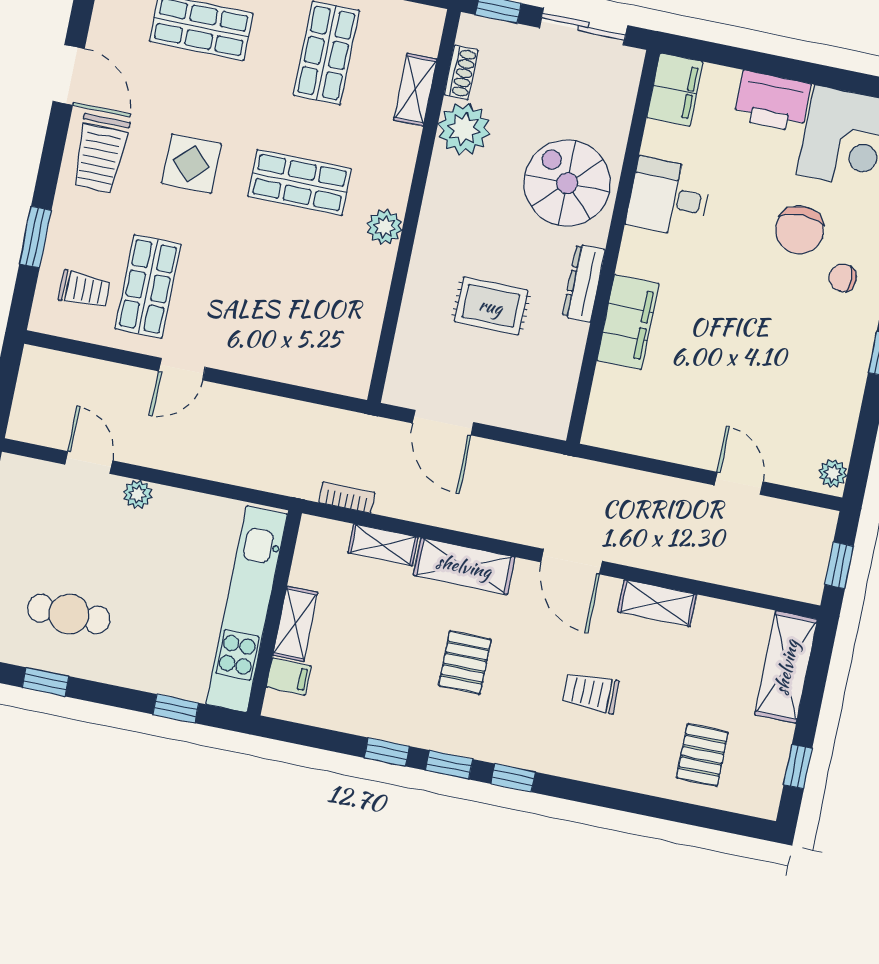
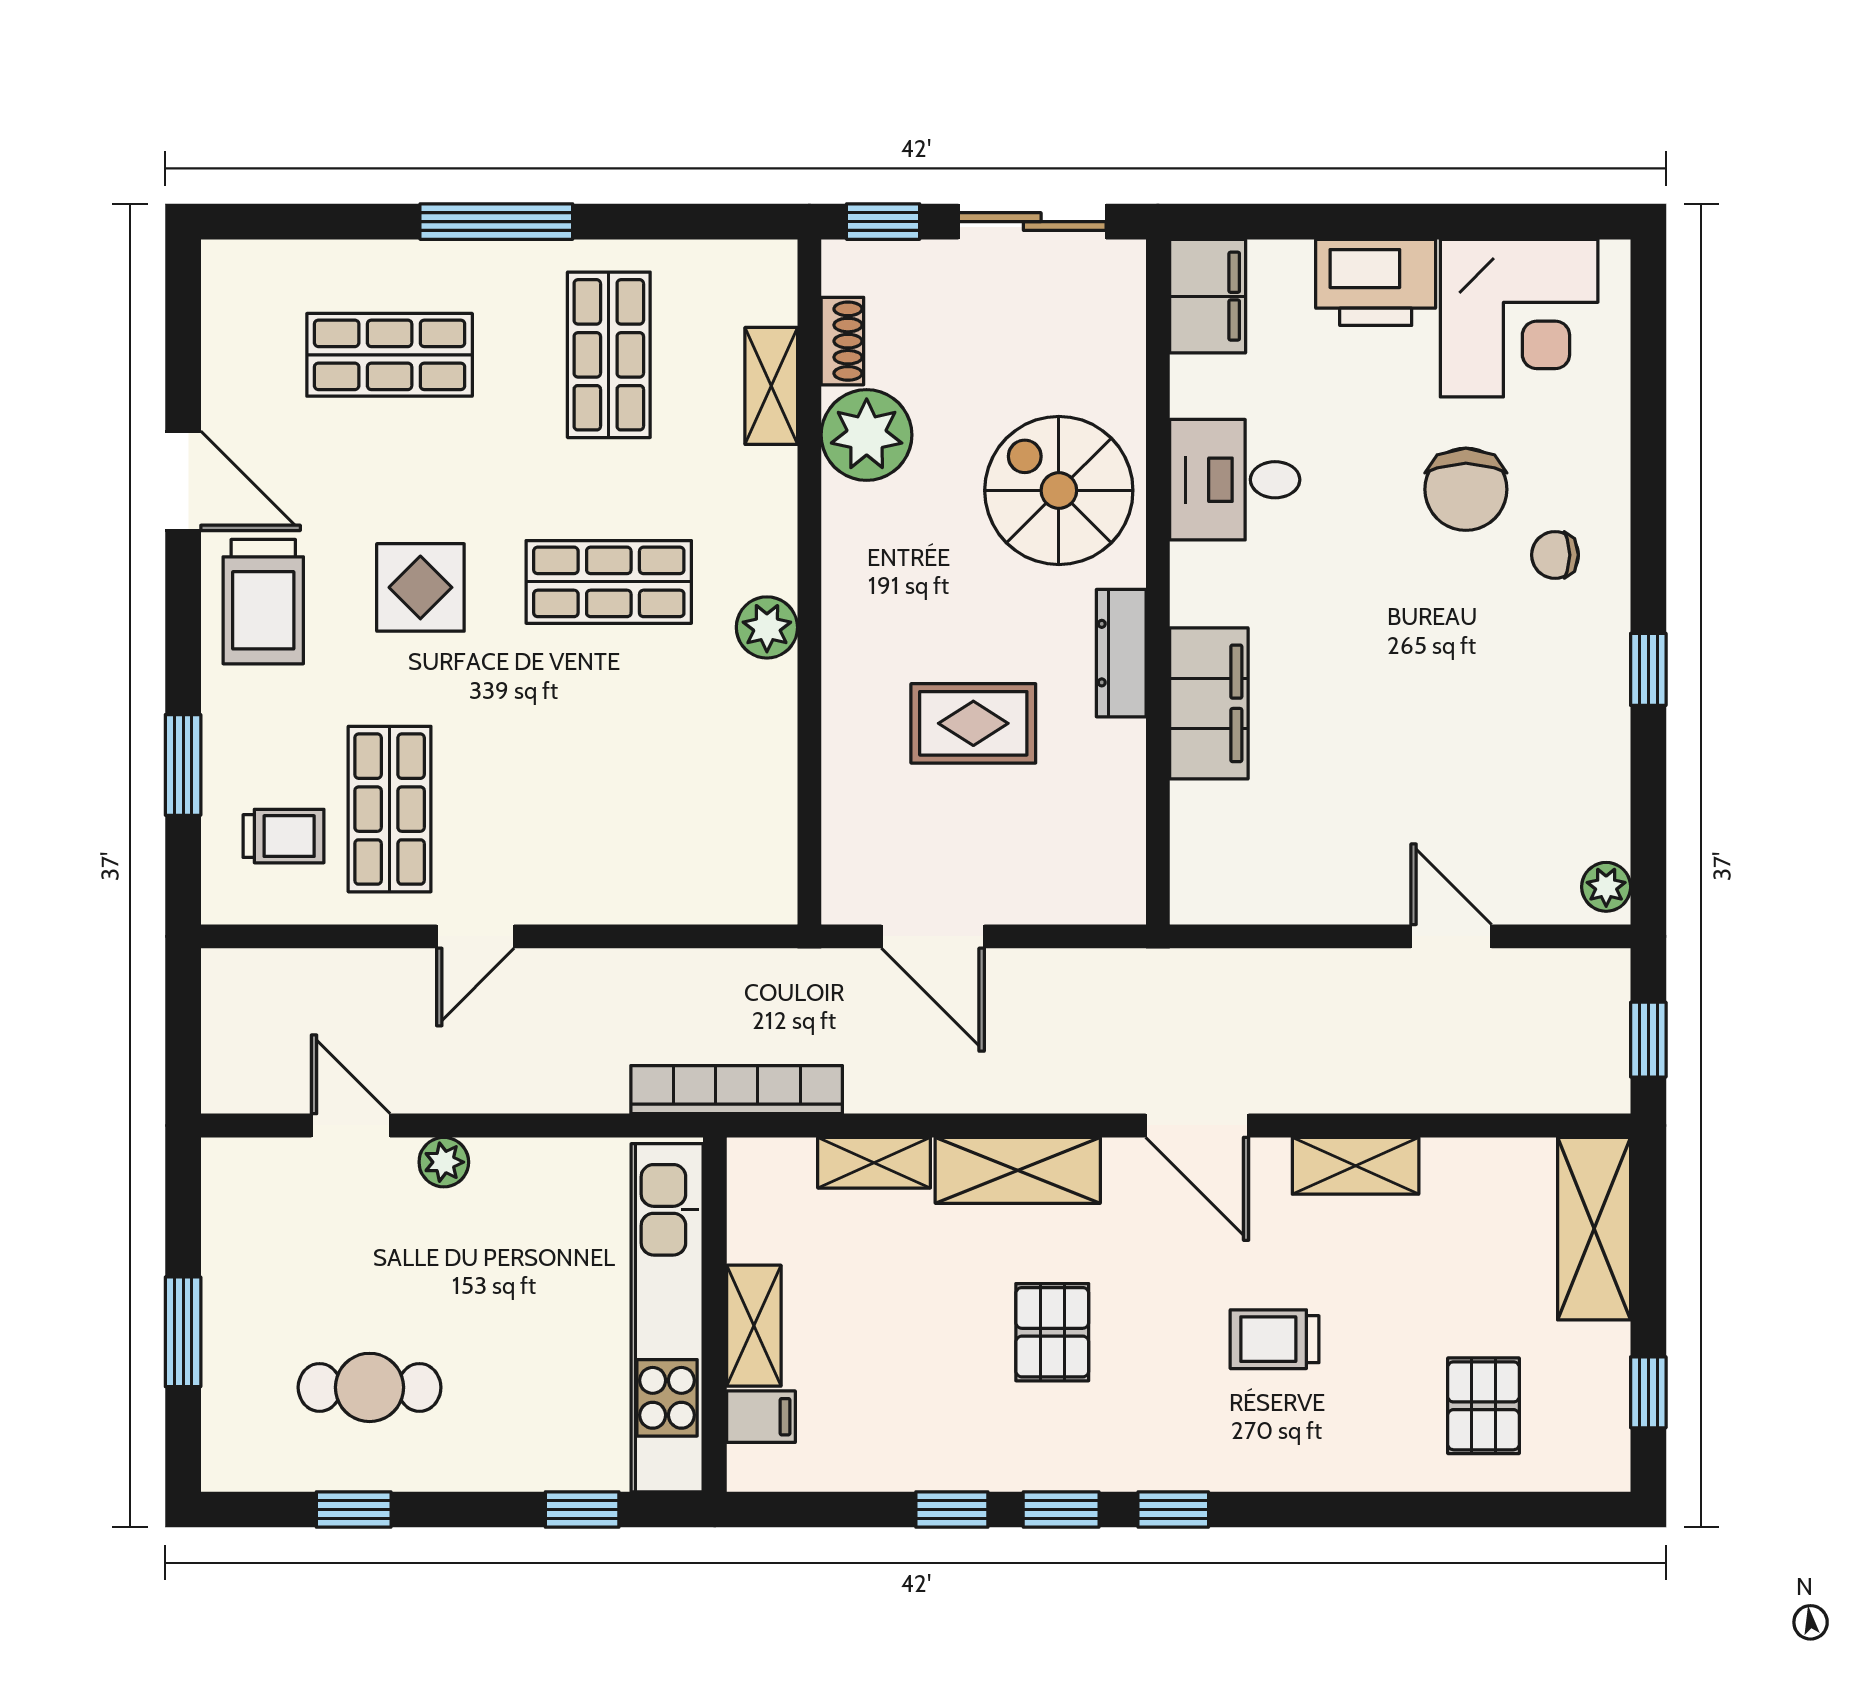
bookcase: (347, 497) -> (737, 1090), width x2.31, depth x1.31

